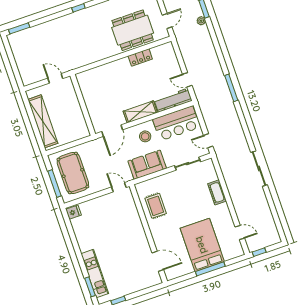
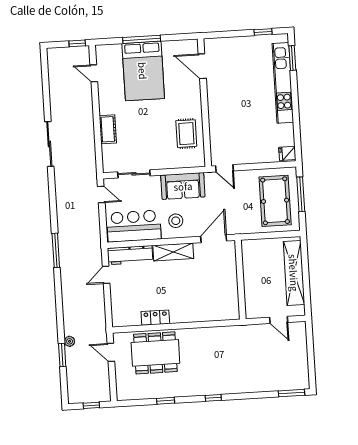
door: (167, 21) -> (111, 352), hinge flipped
door: (55, 78) -> (279, 320), moved
door: (187, 80) -> (106, 275), swing flipped
kitchen unit: (95, 274) -> (283, 83), width x1.36

